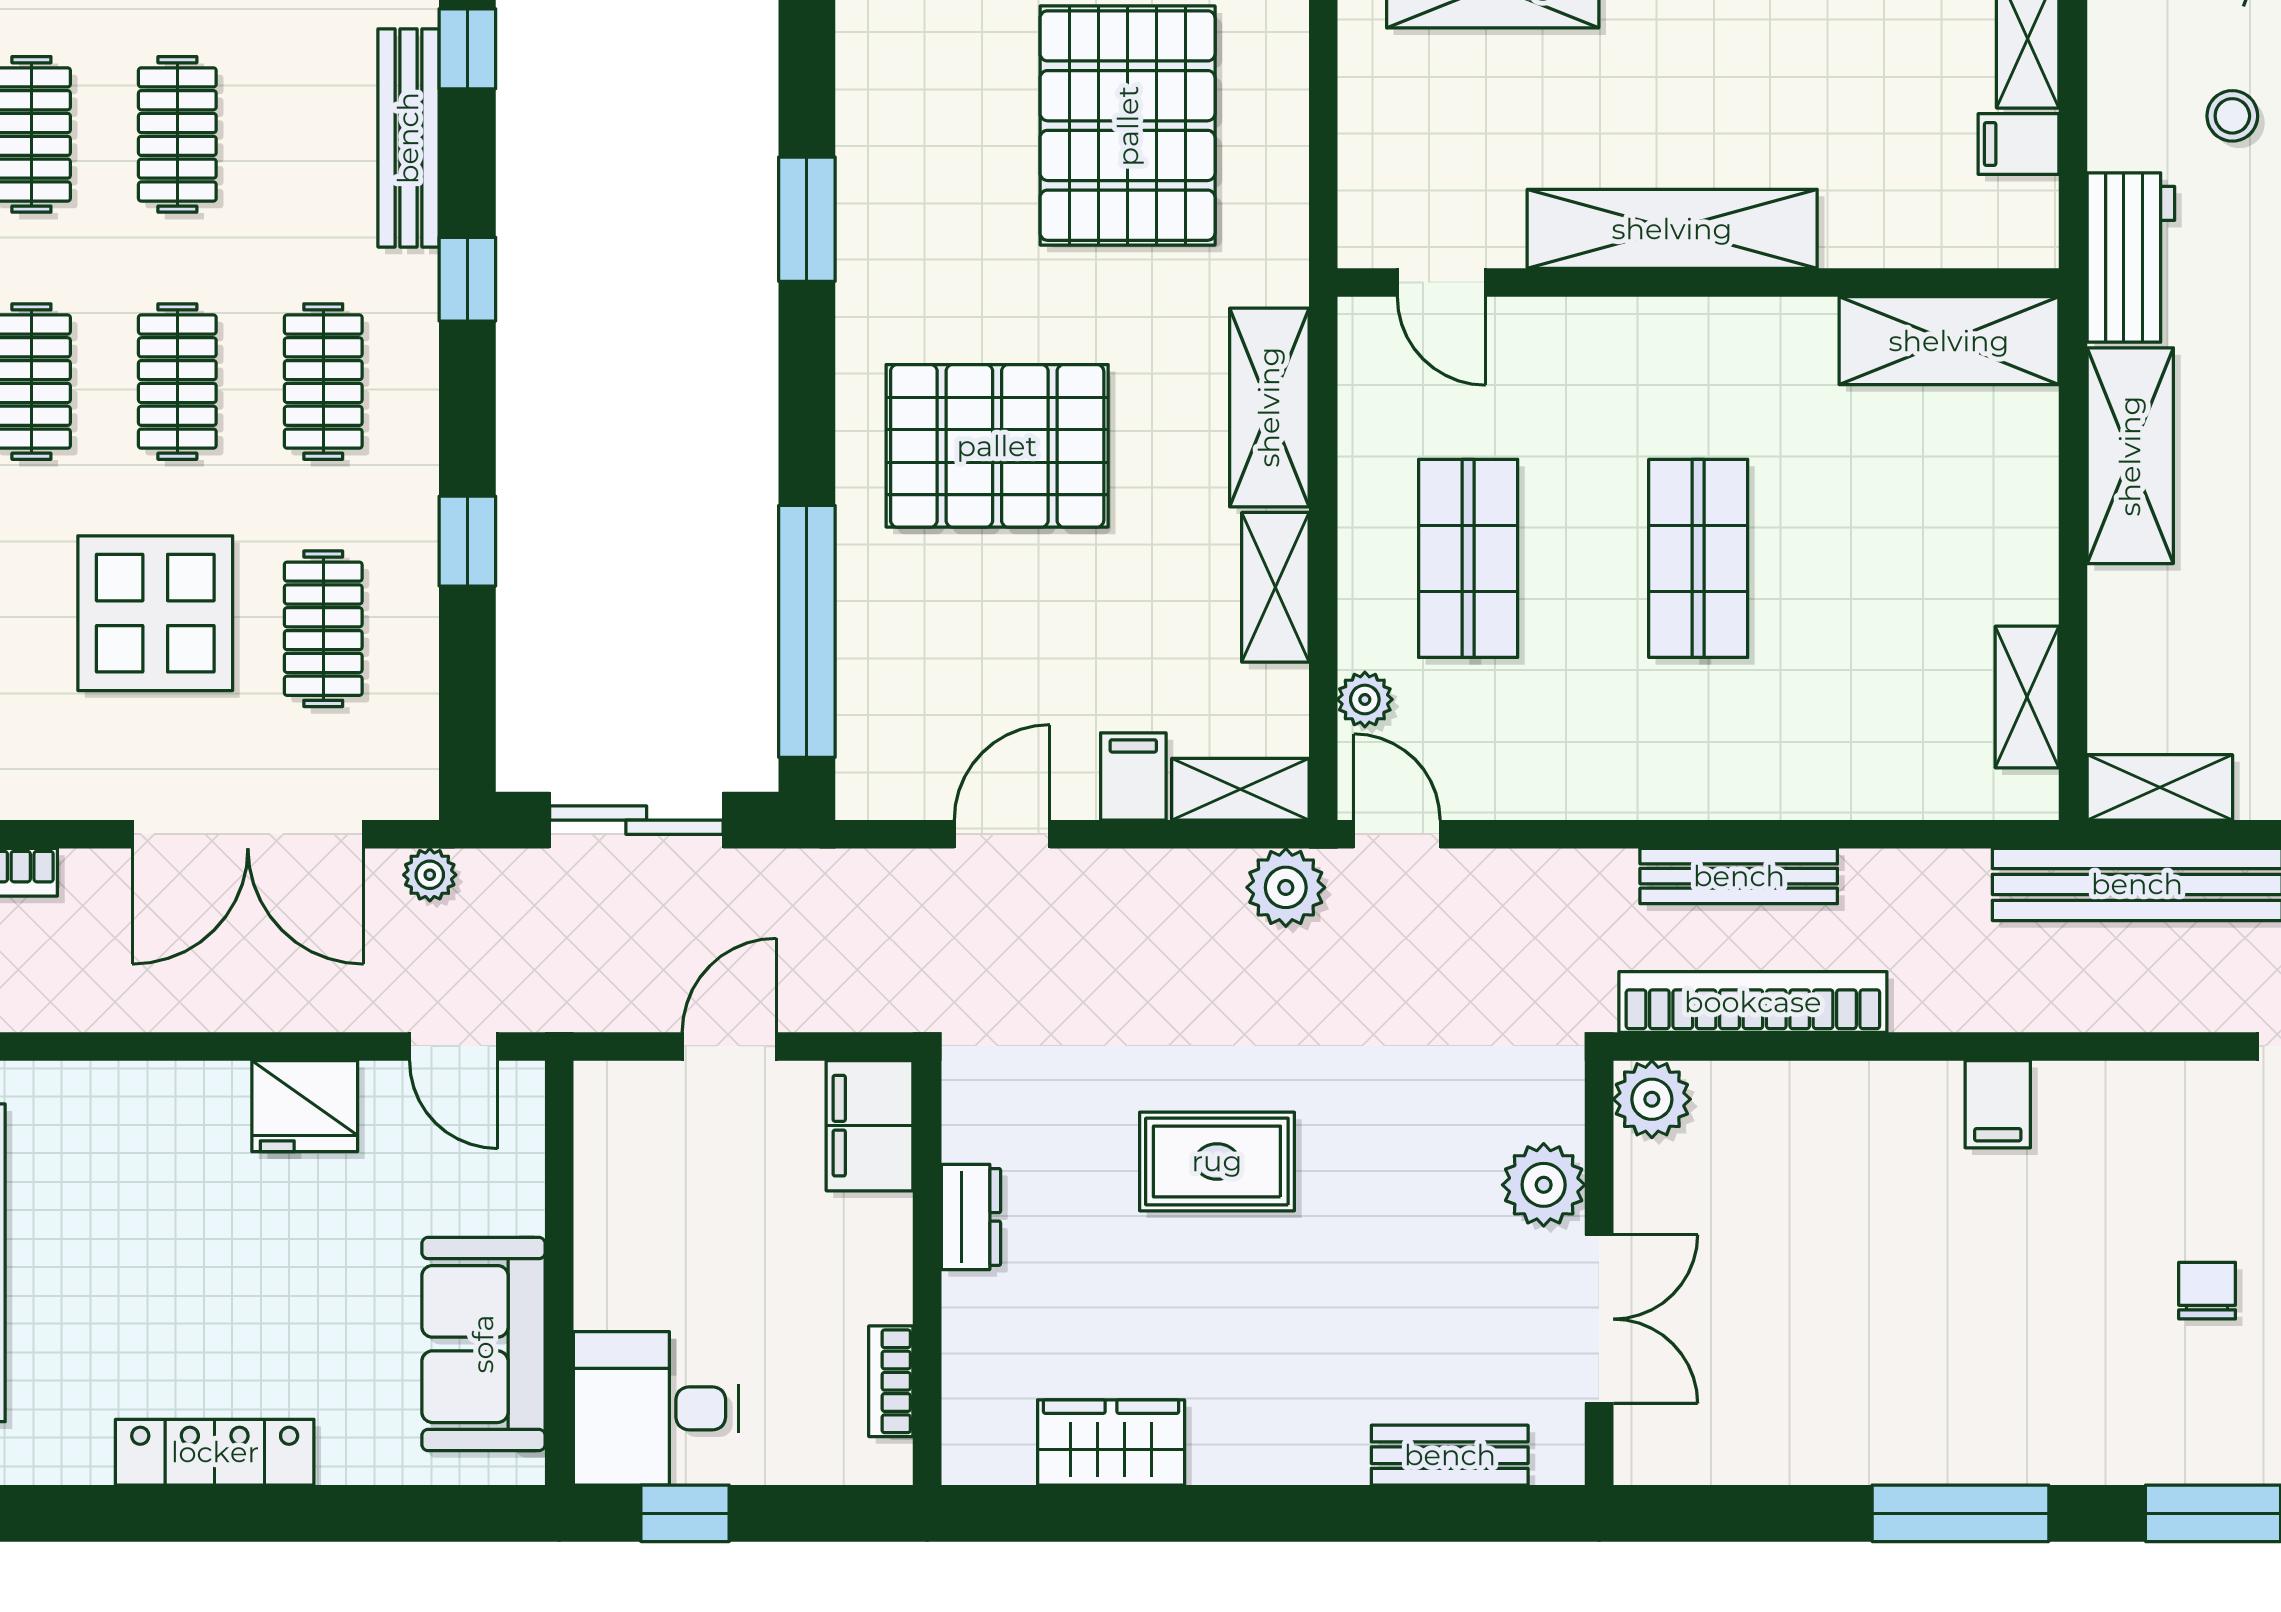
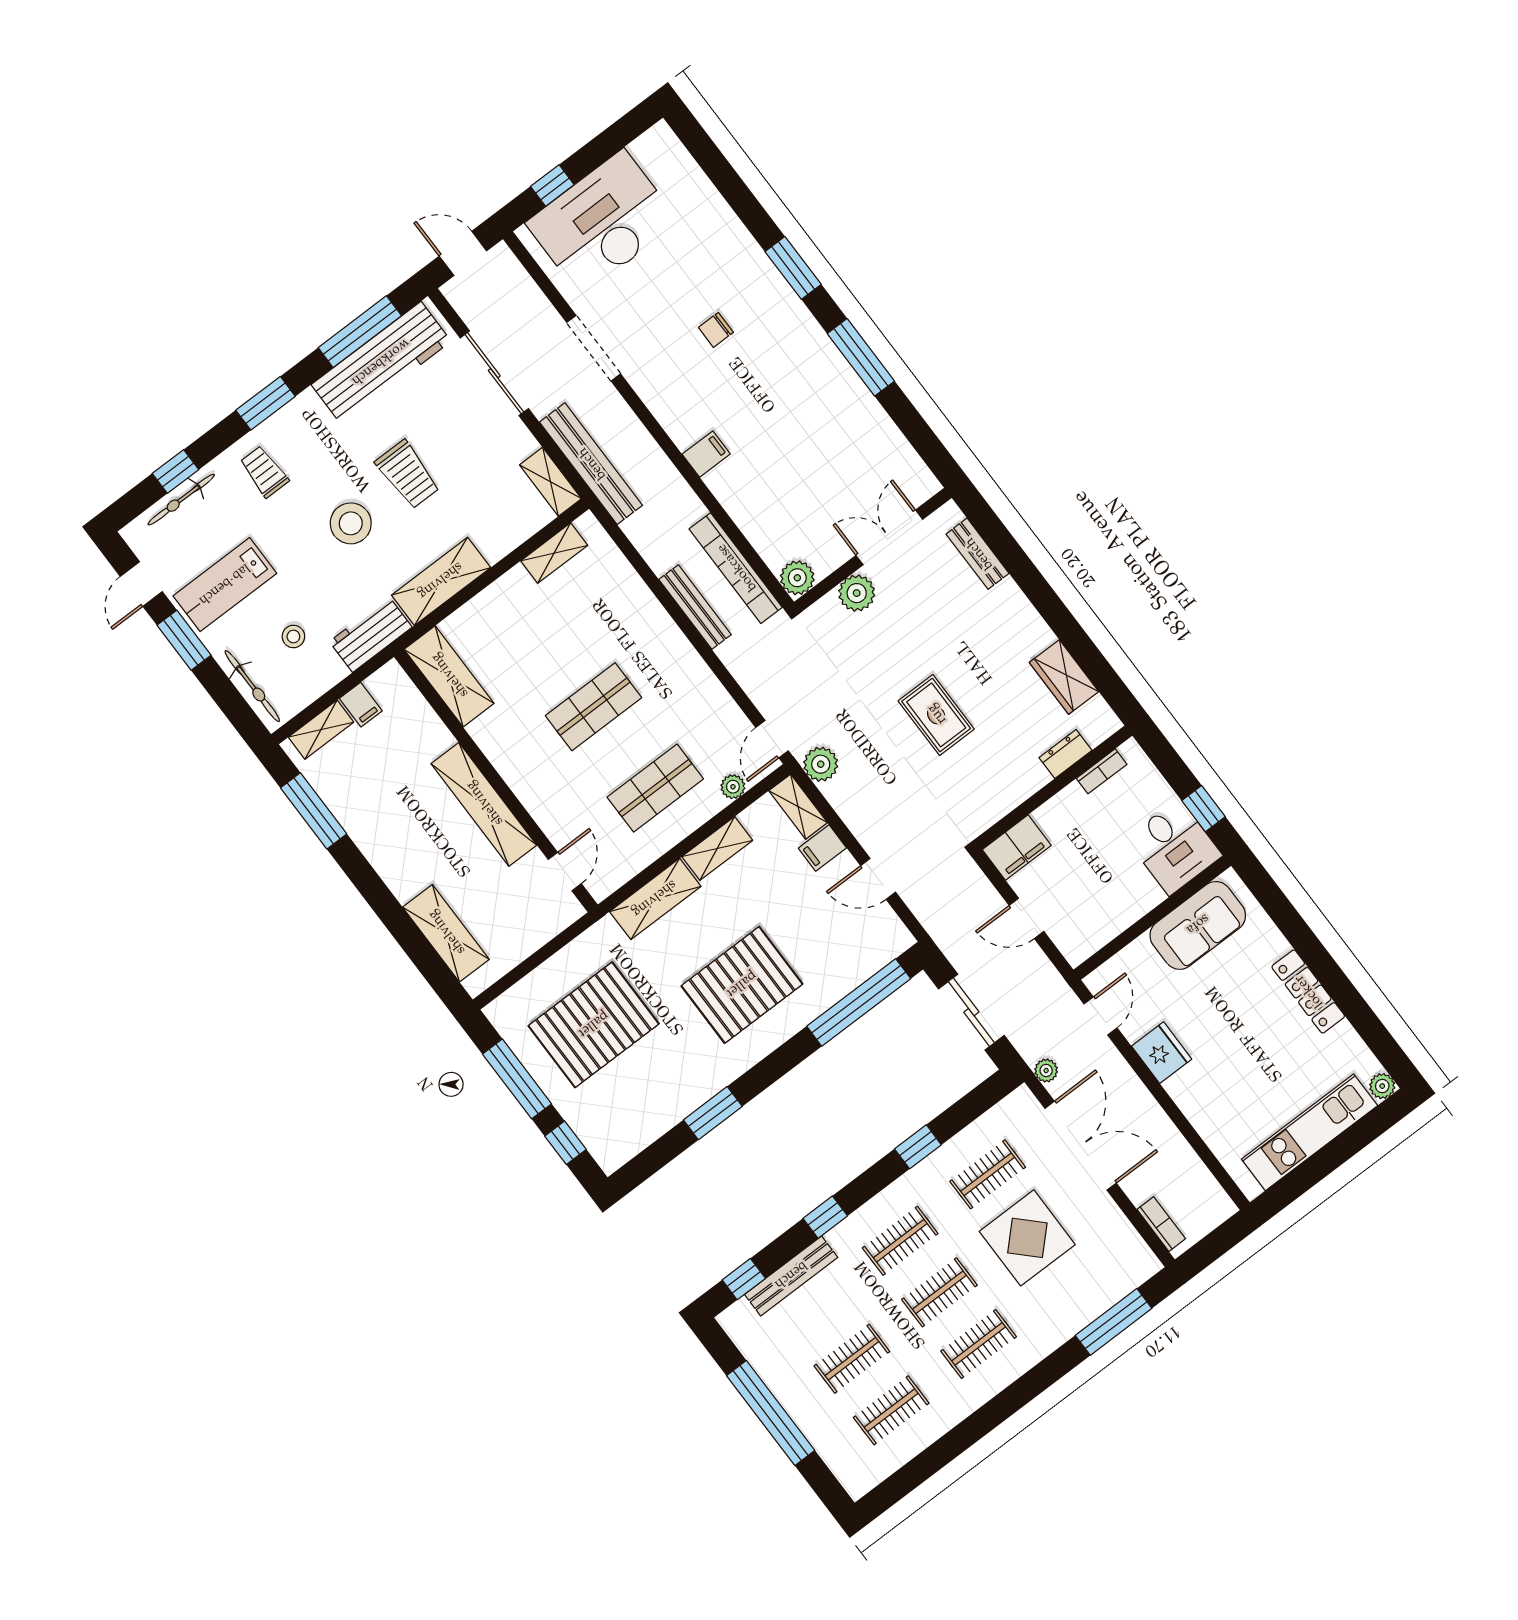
pallet: (997, 446) -> (742, 985), turned 90
dresser: (971, 1217) -> (1066, 754), moved

